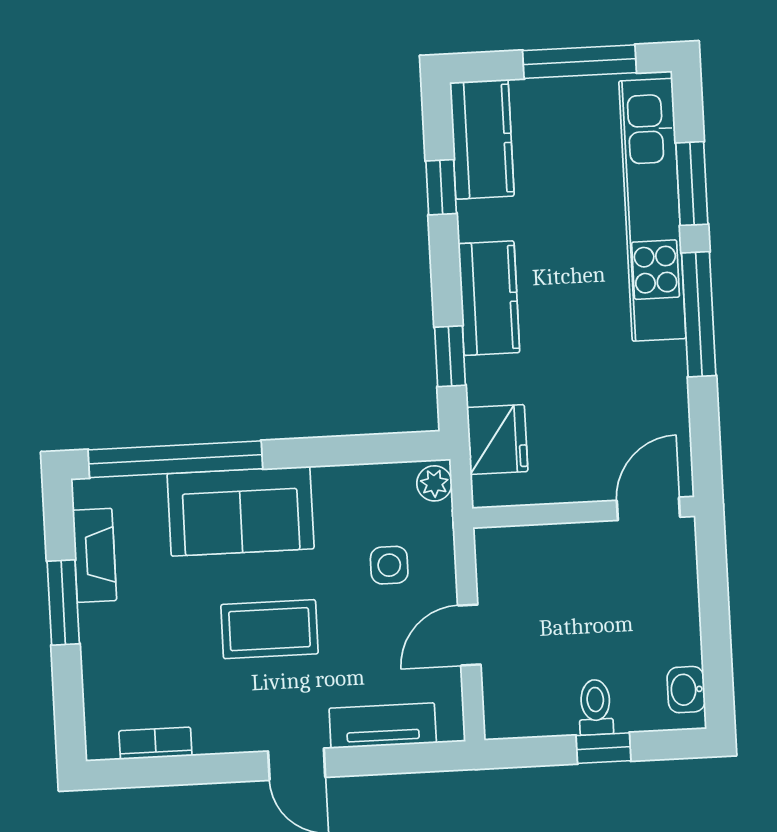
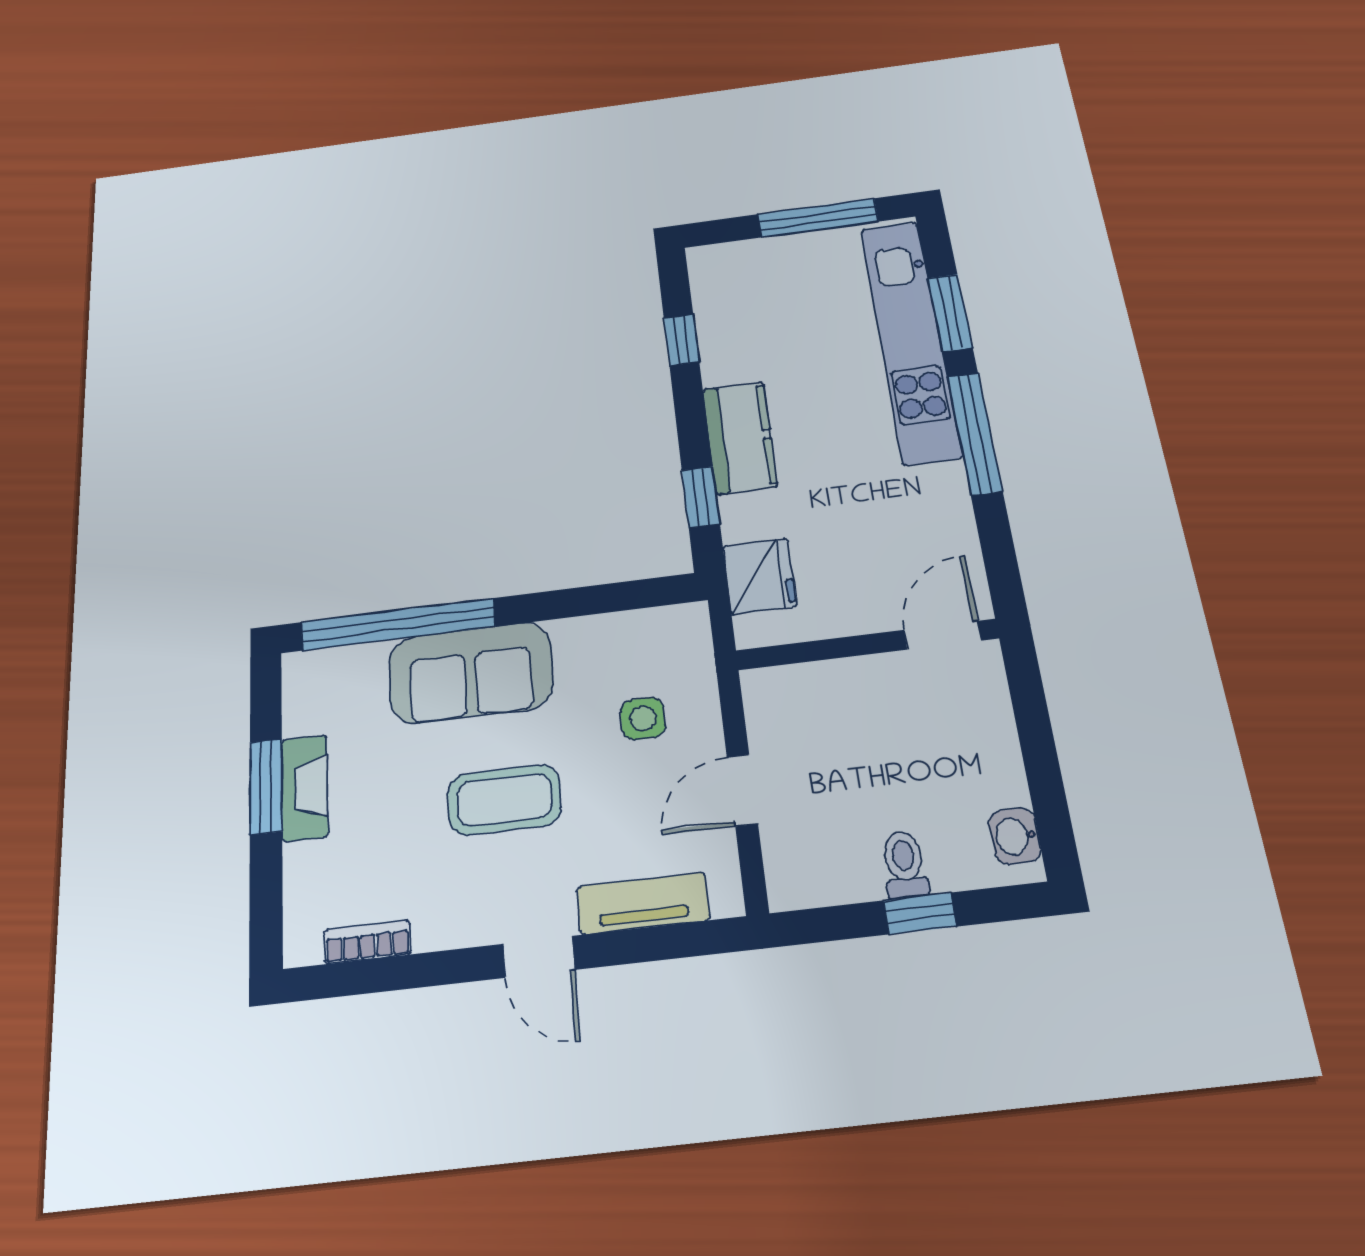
kitchen counter: (482, 139) -> (722, 294), removed
plant: (434, 483) -> (691, 627), removed
fireplace: (95, 555) -> (305, 788), moved

